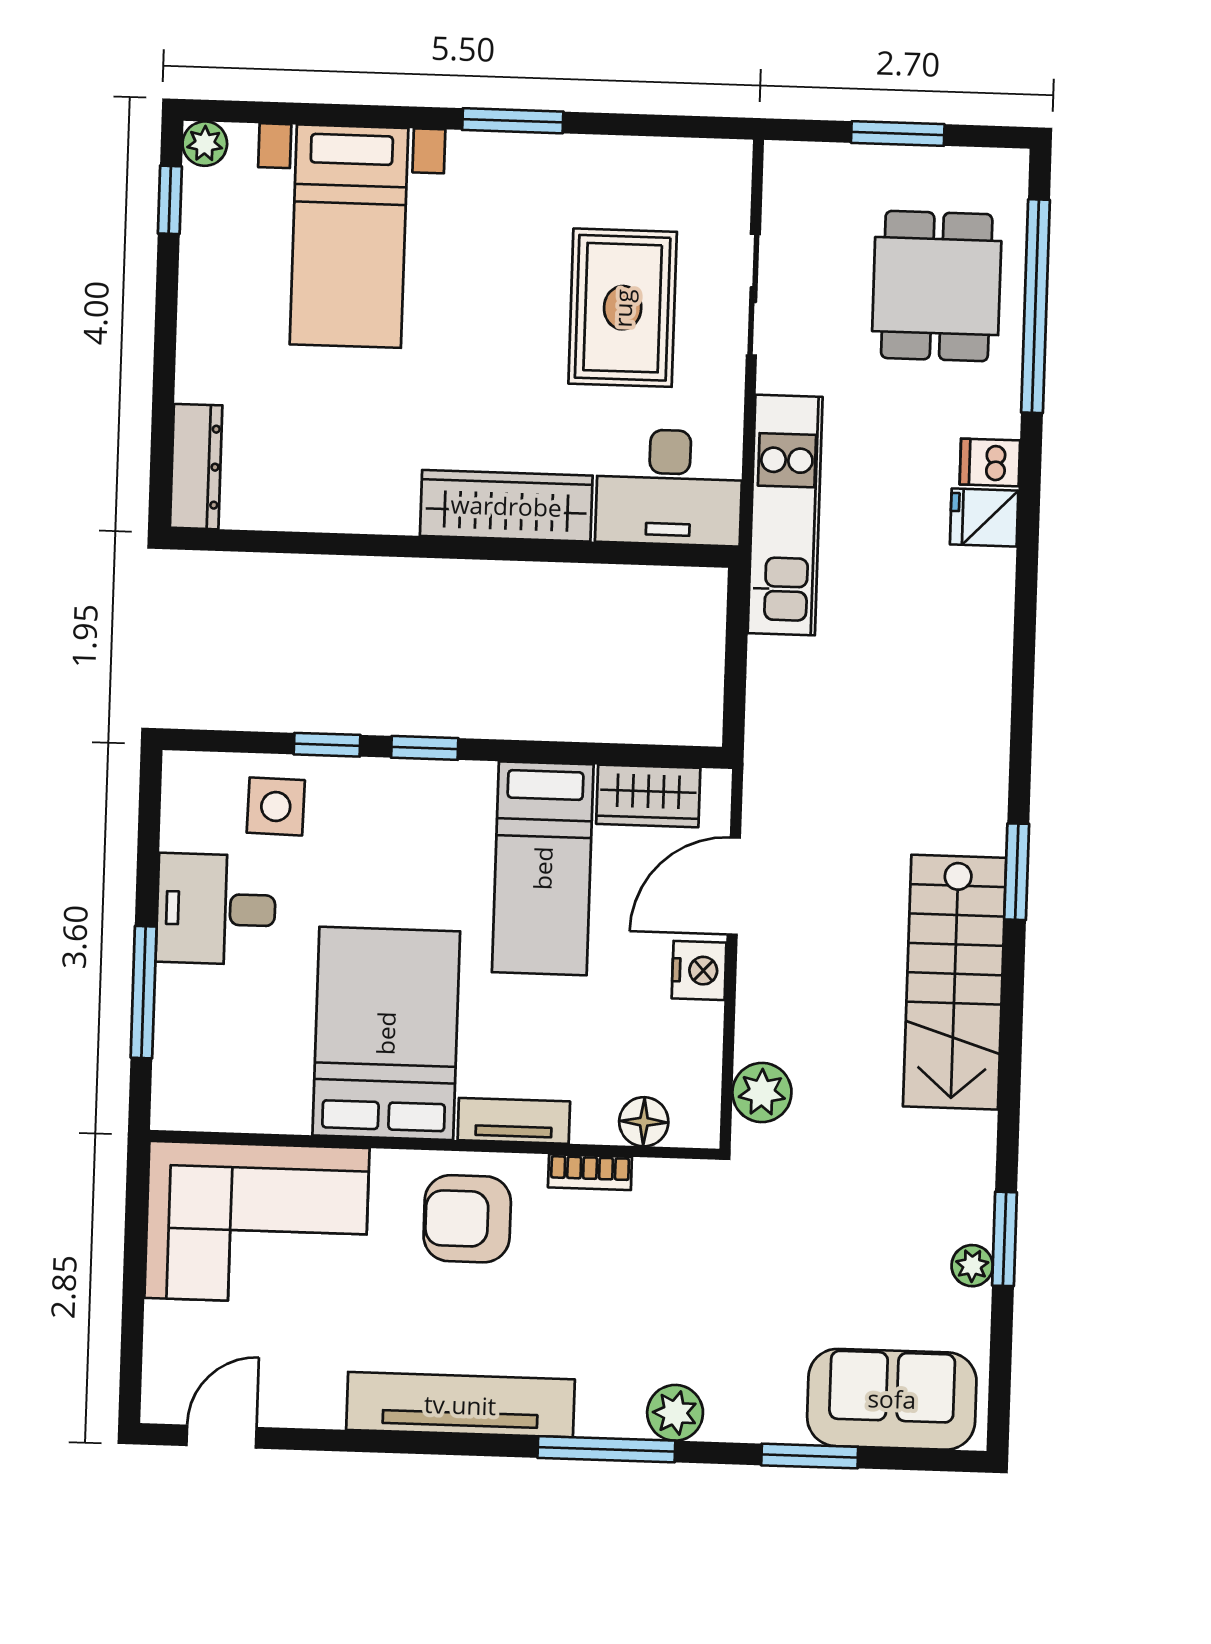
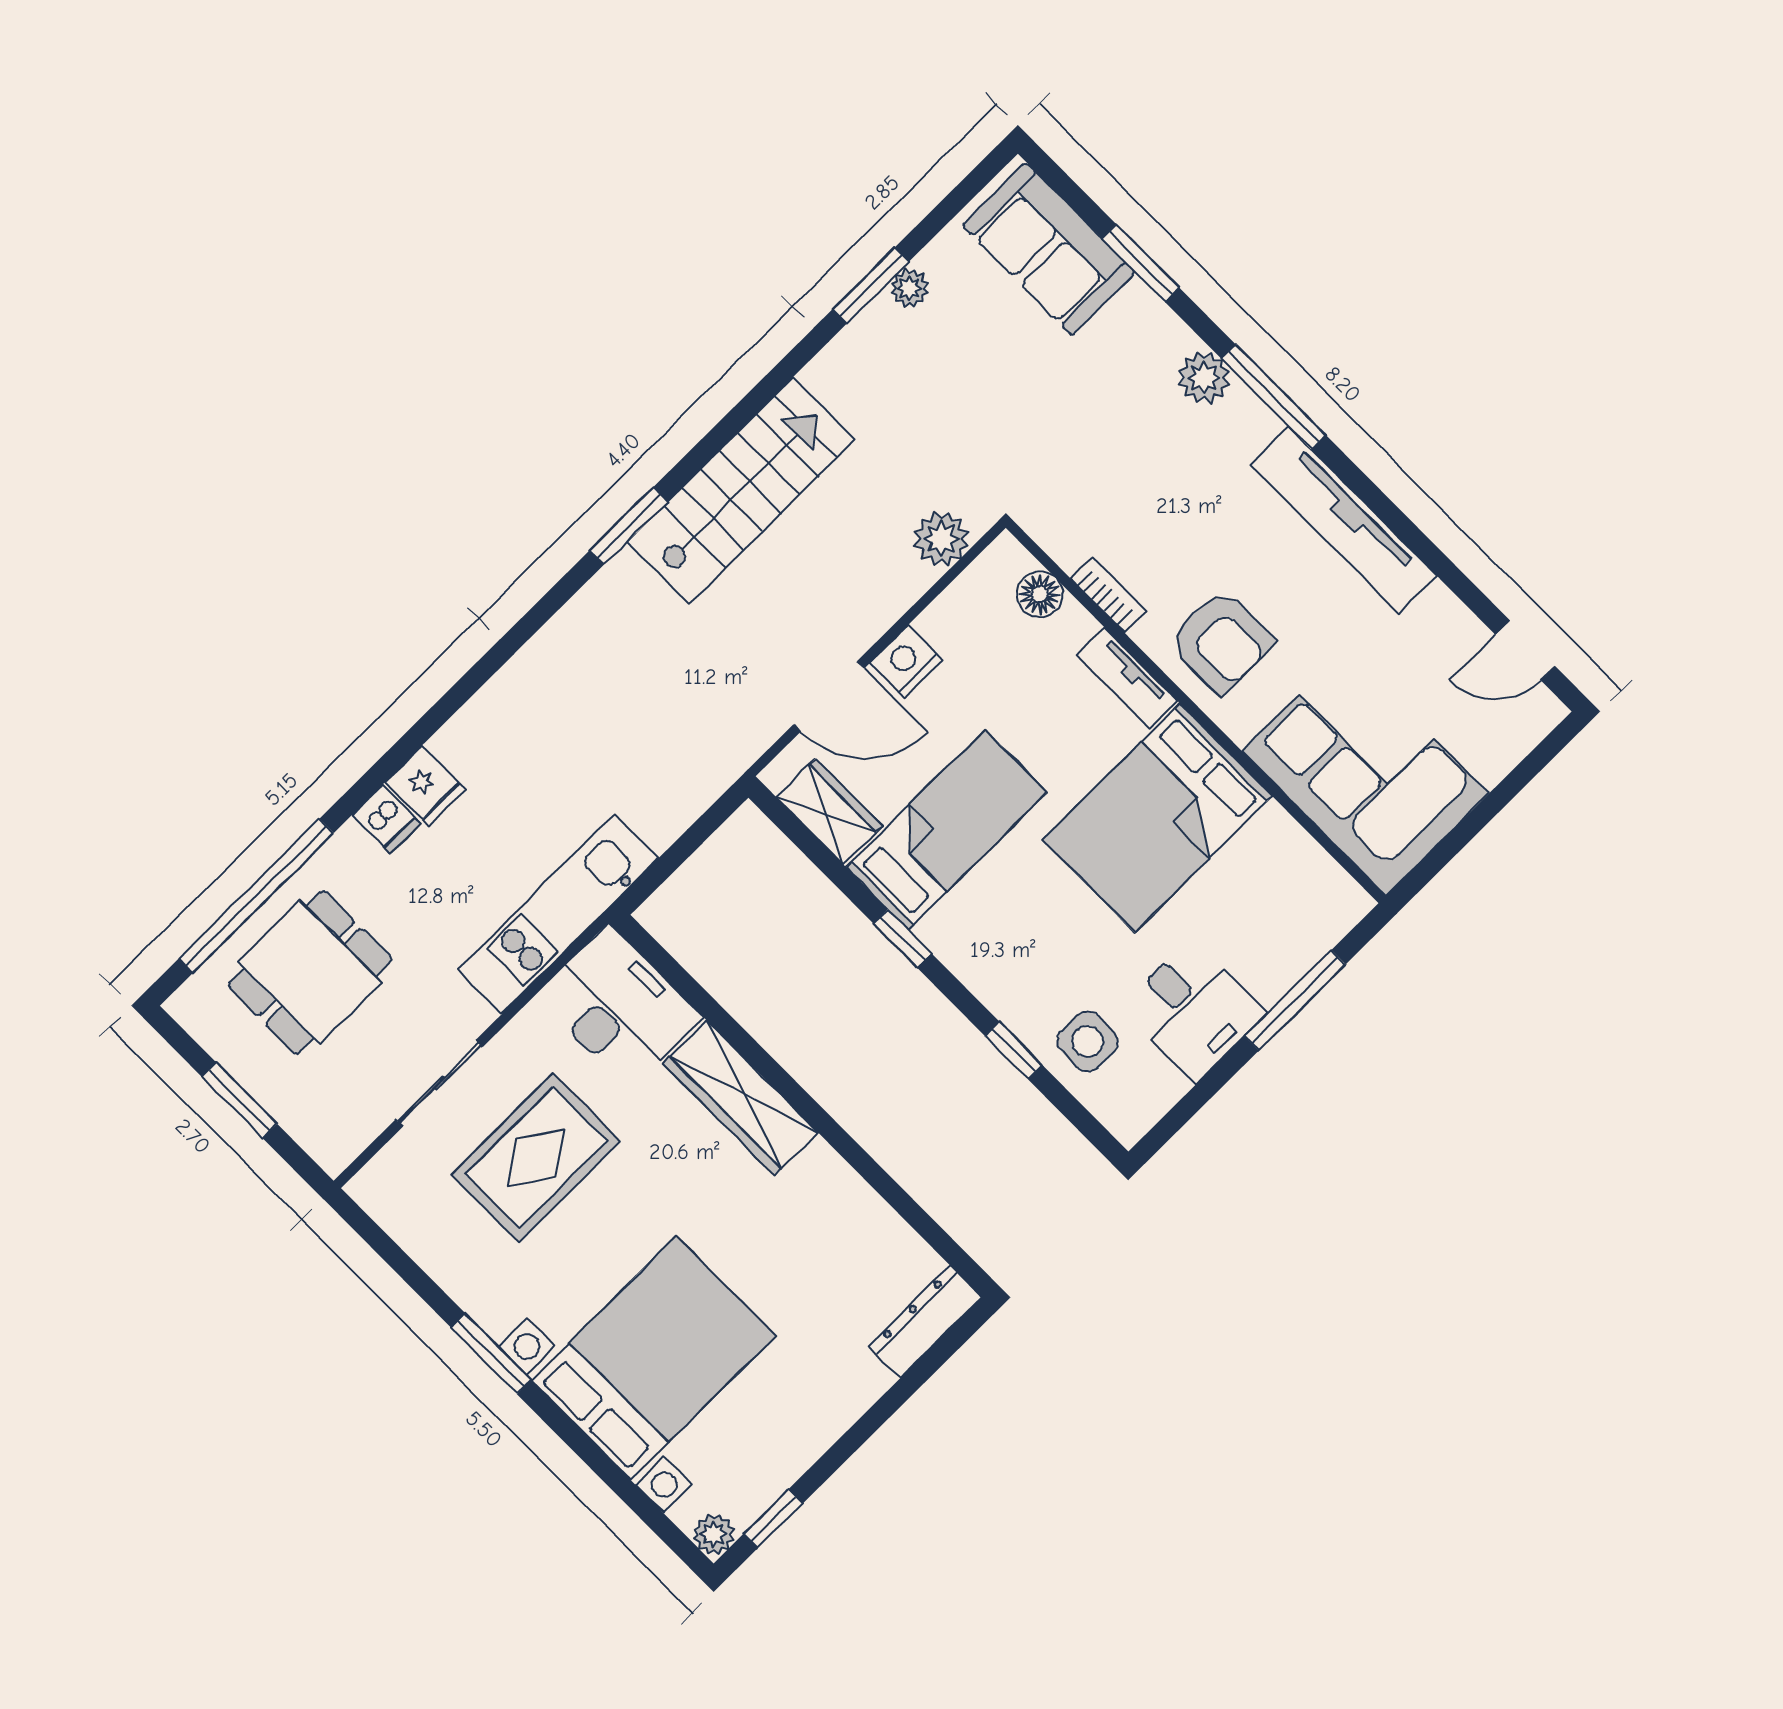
bed with nightstands: (349, 236) -> (653, 1358), width x1.36
window: (425, 748) -> (902, 938), moved

